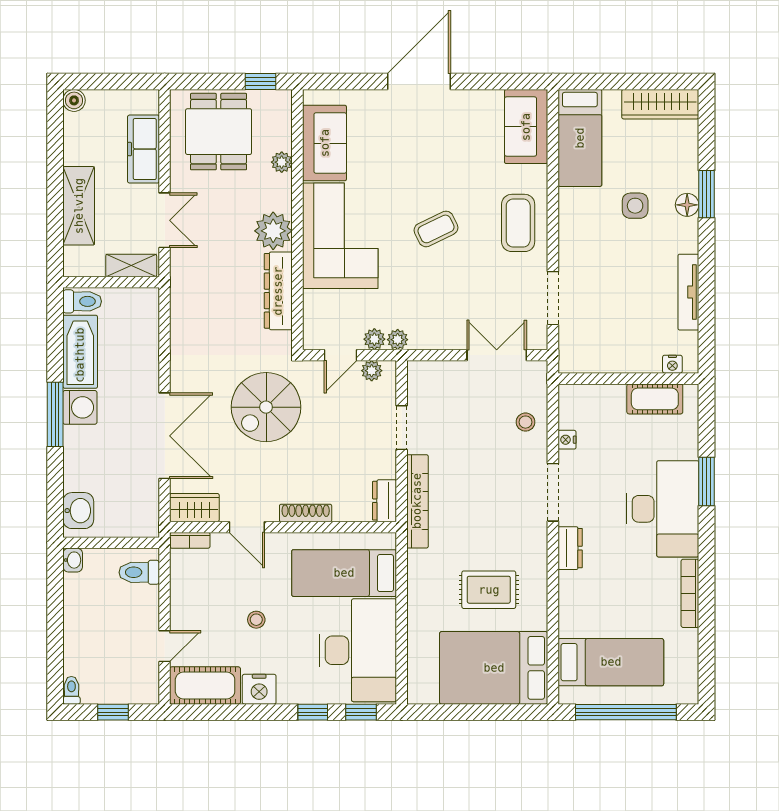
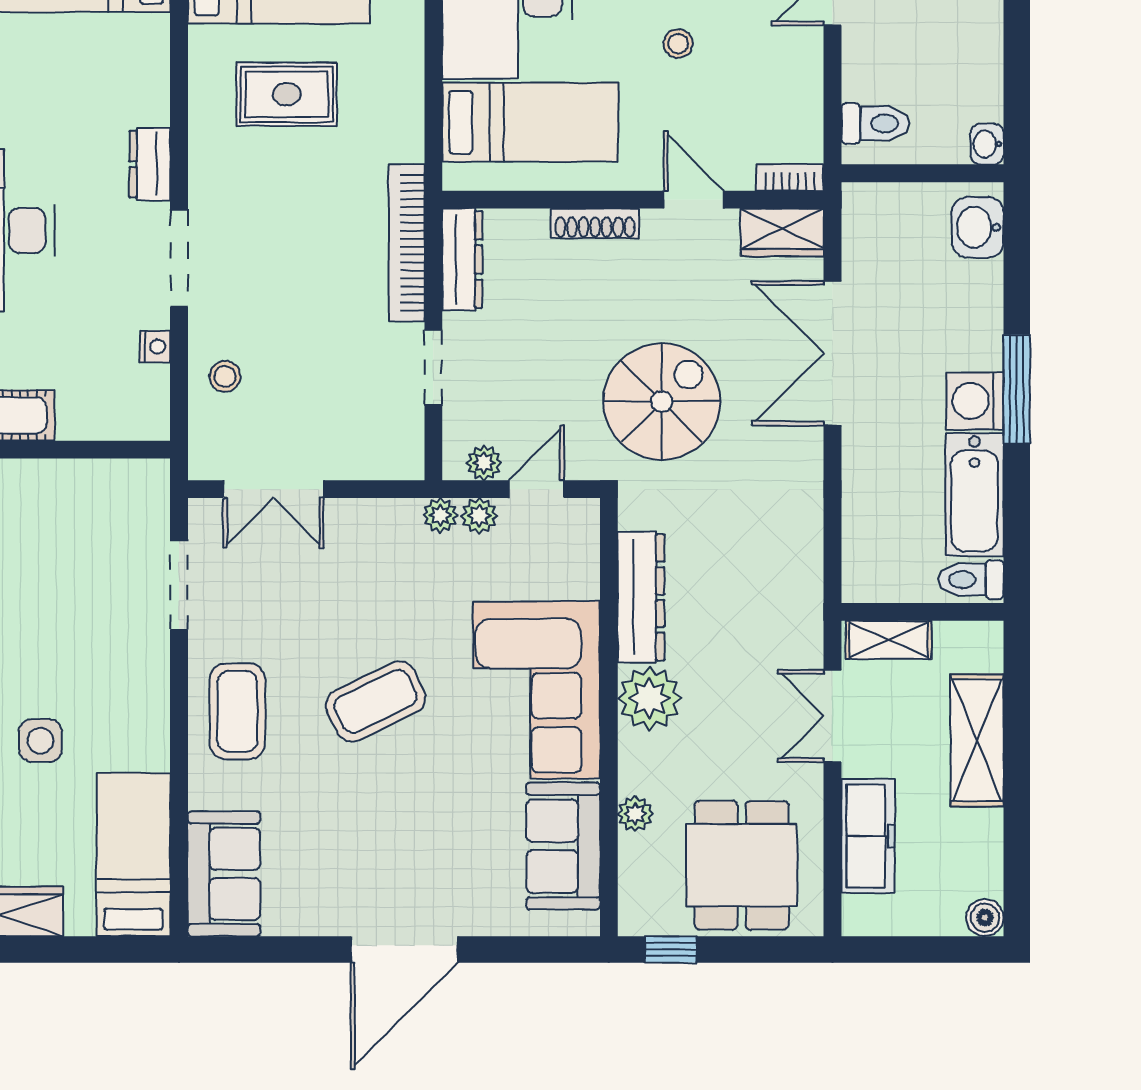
coffee table: (436, 229) -> (376, 701), width x1.36, depth x1.30
dresser: (385, 501) -> (462, 260), width x1.44

